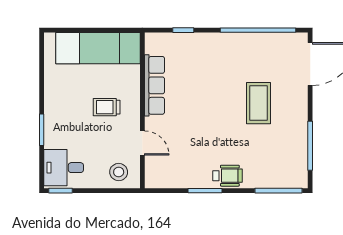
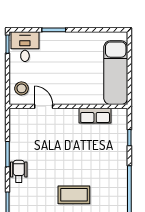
row of seats: (154, 85) -> (95, 116), width x0.68
trolley: (107, 107) -> (71, 79), removed
door: (142, 143) -> (44, 106), swing flipped
wheelchair: (228, 176) -> (19, 171), turned 180

